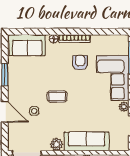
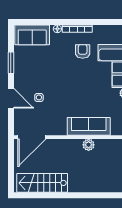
coffee table: (57, 96) -> (61, 84), removed
plant: (57, 144) -> (60, 129), removed

